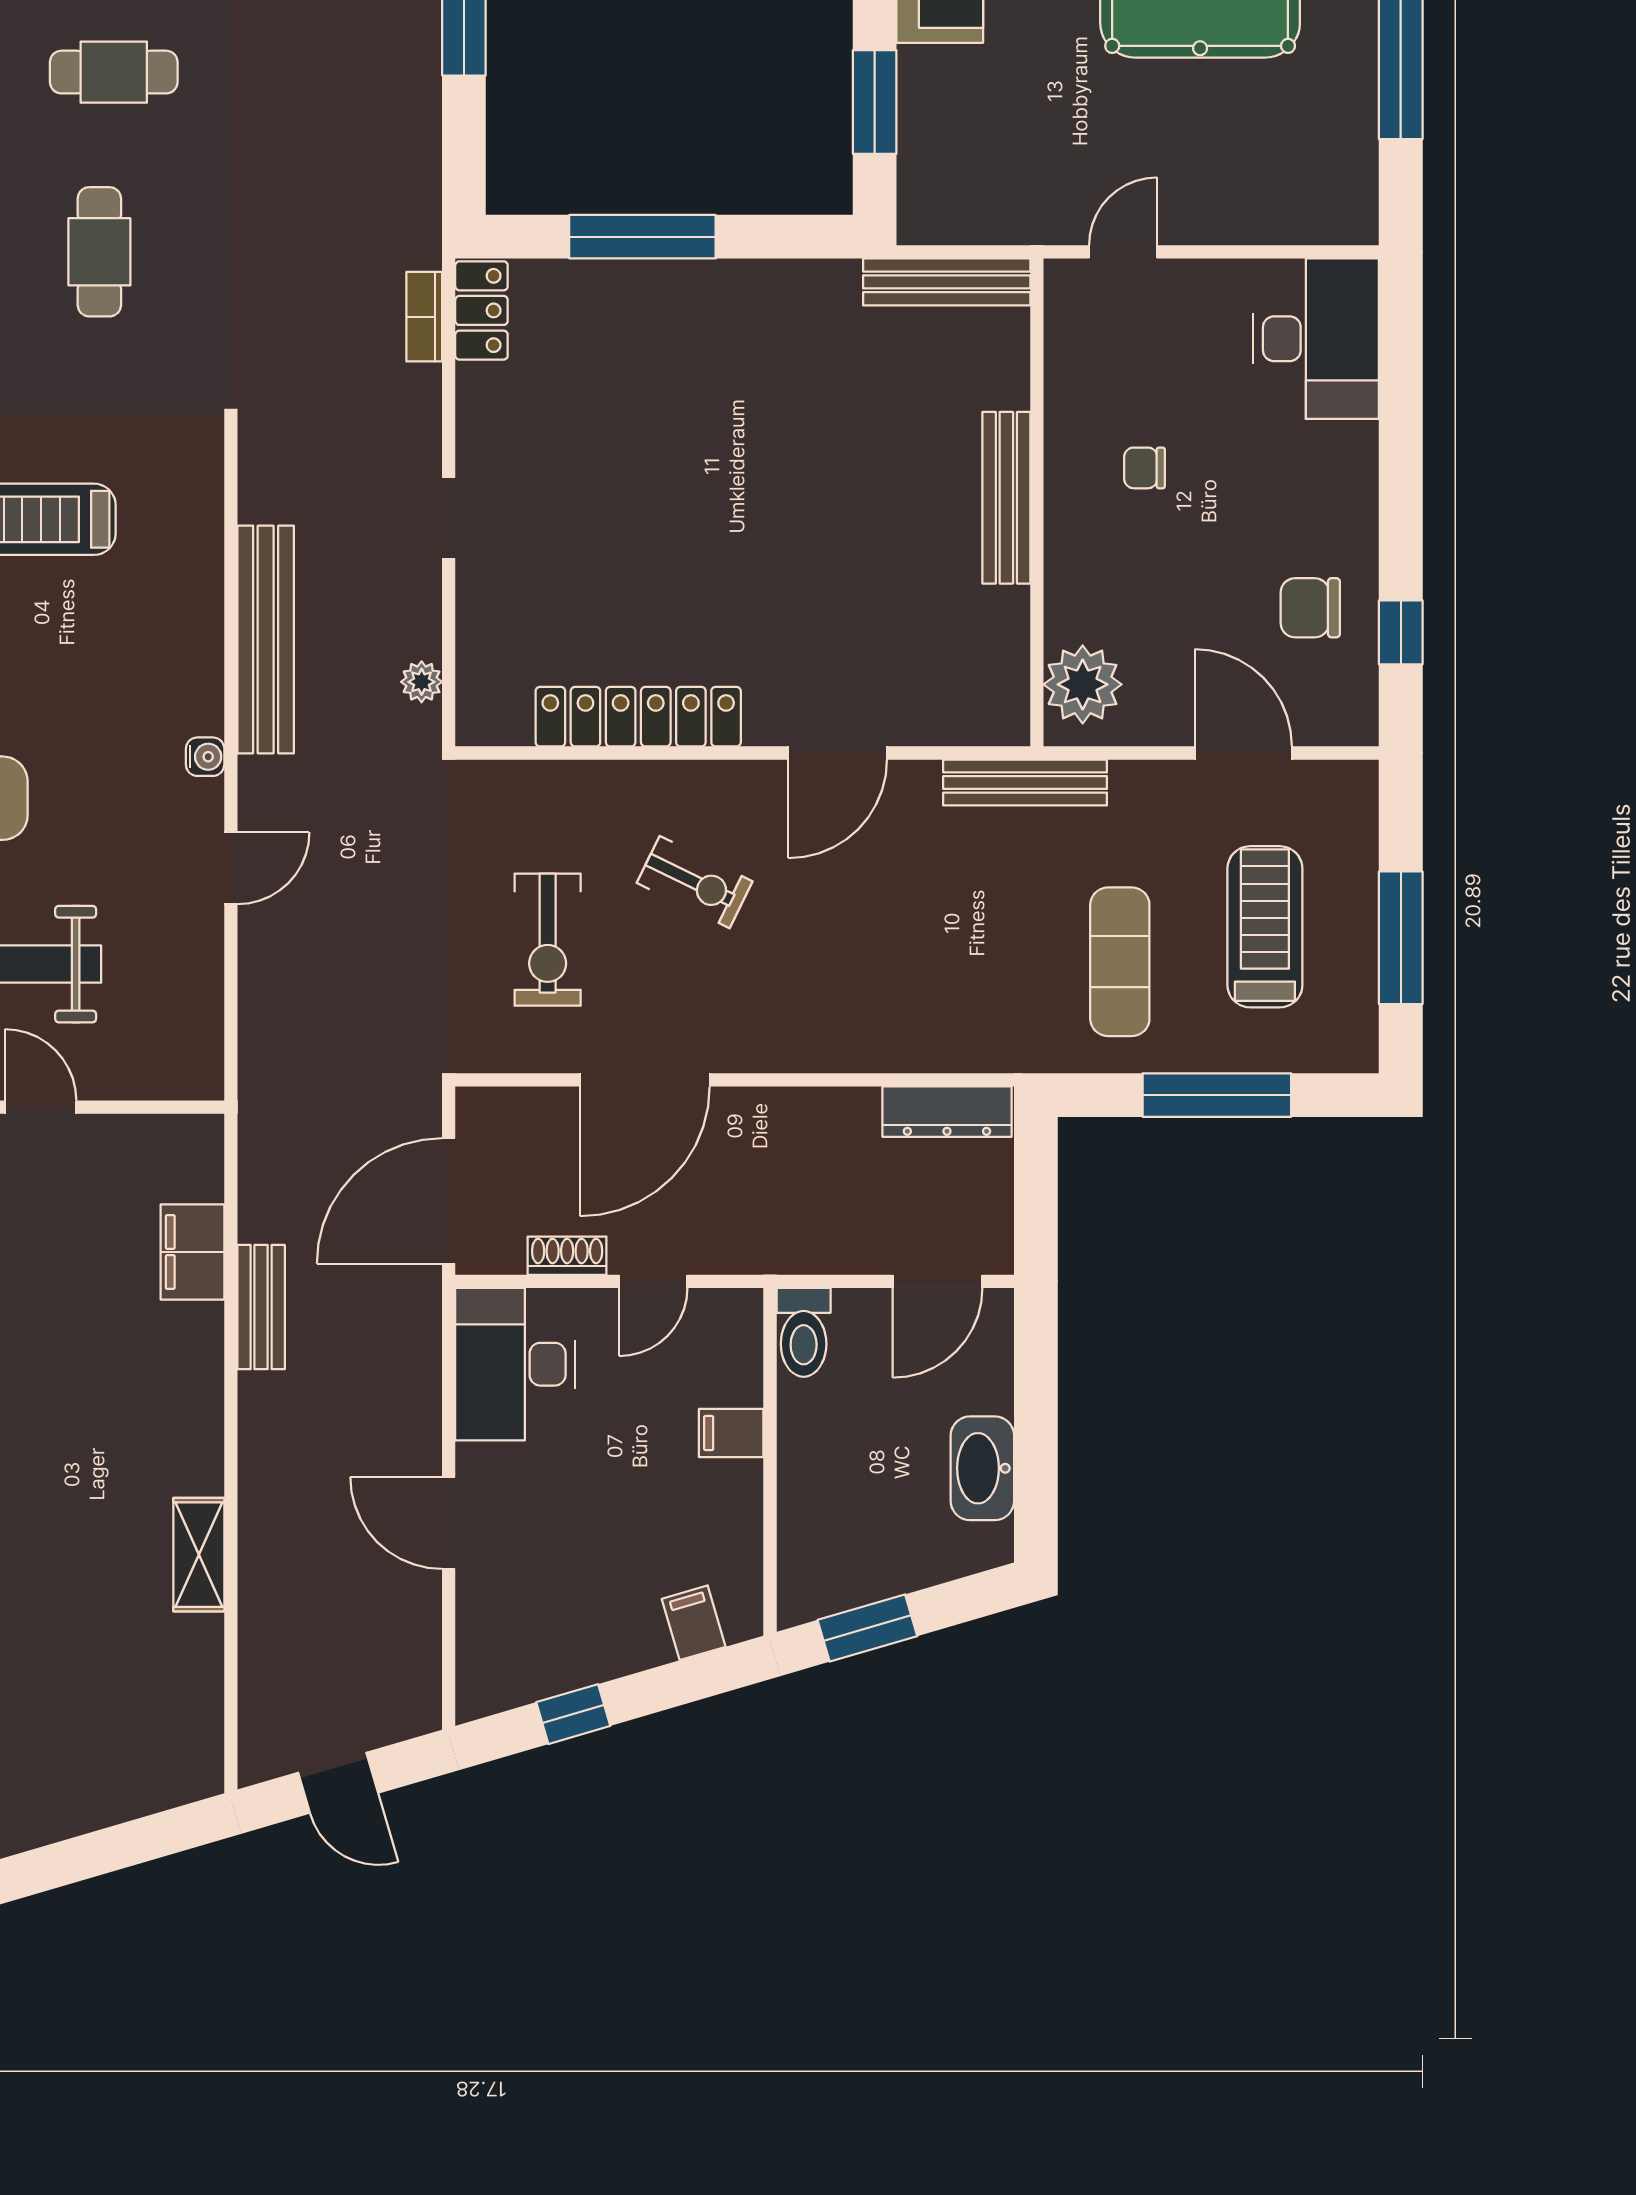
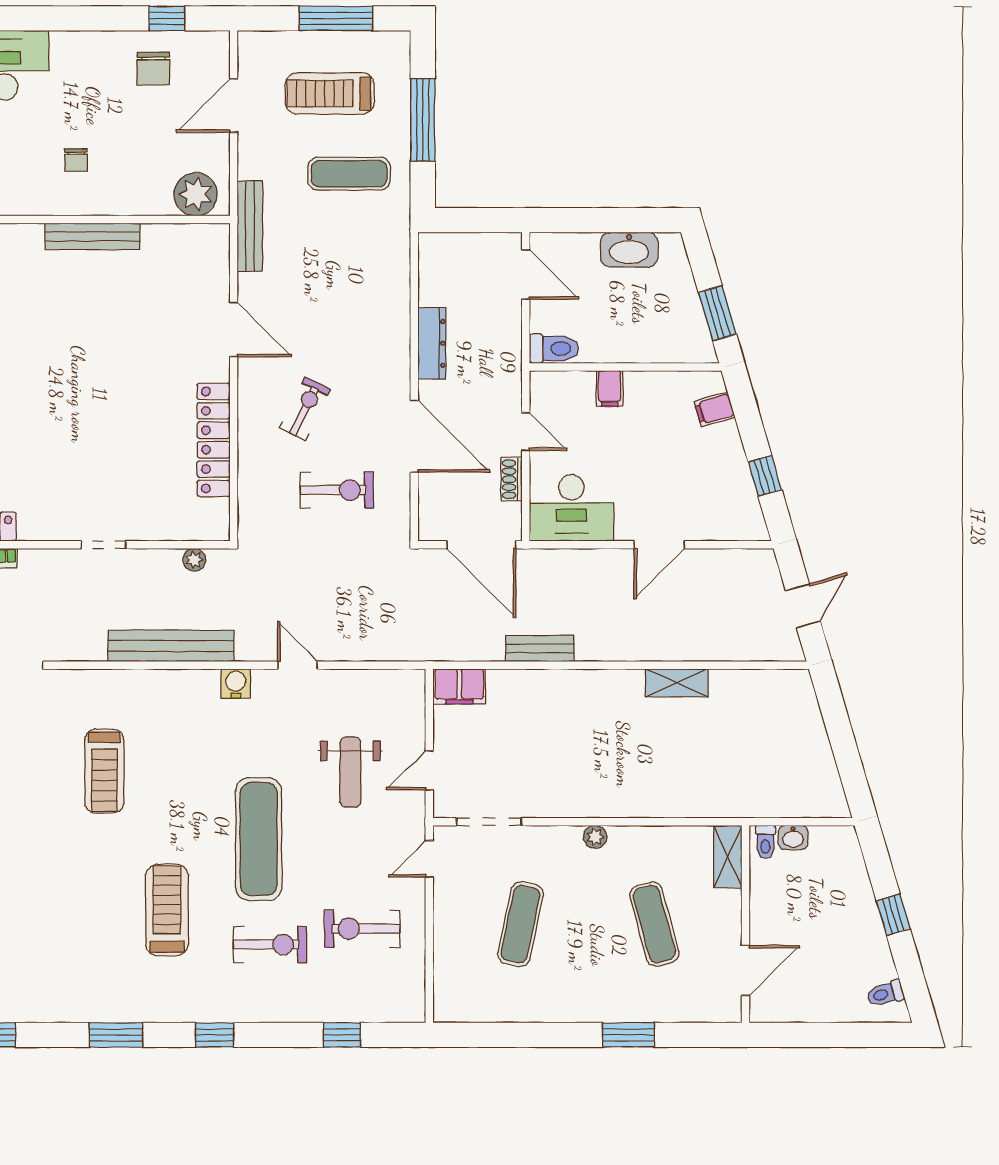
water cooler: (205, 757) -> (236, 683), width x1.38, depth x1.38
dresser: (947, 1112) -> (432, 343), moved
filing cabinet: (193, 1252) -> (459, 686), moved

